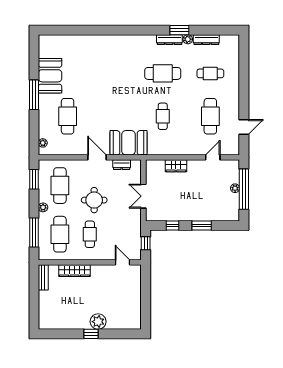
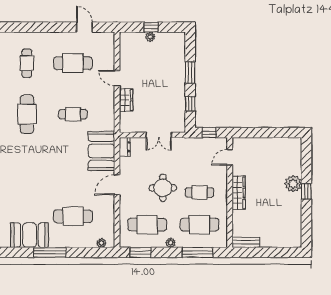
door: (213, 157) -> (117, 78), moved
dresser: (122, 165) -> (125, 147), moved
window: (244, 189) -> (151, 27), width x0.32
wardrobe: (74, 271) -> (239, 193), moved

